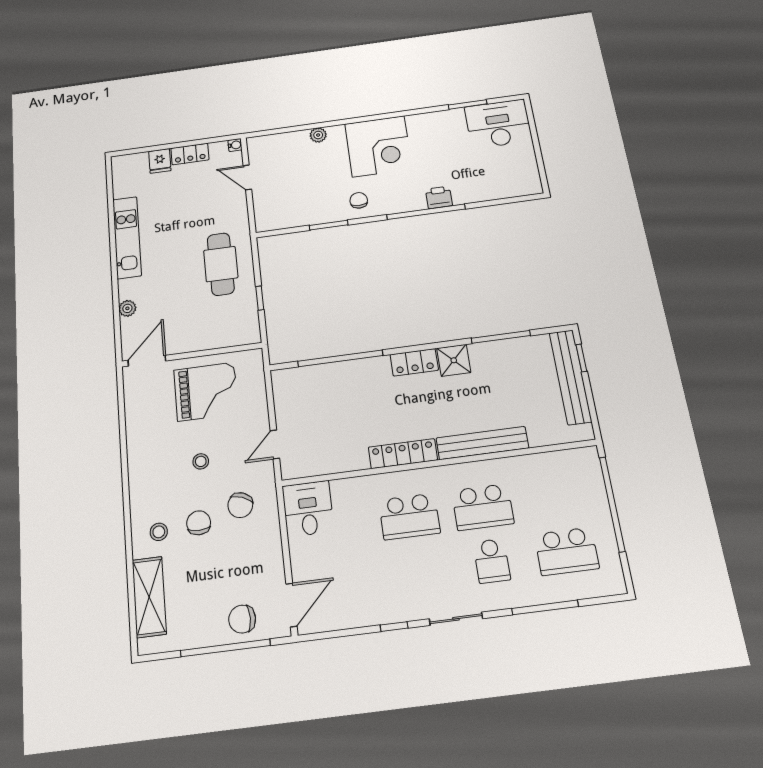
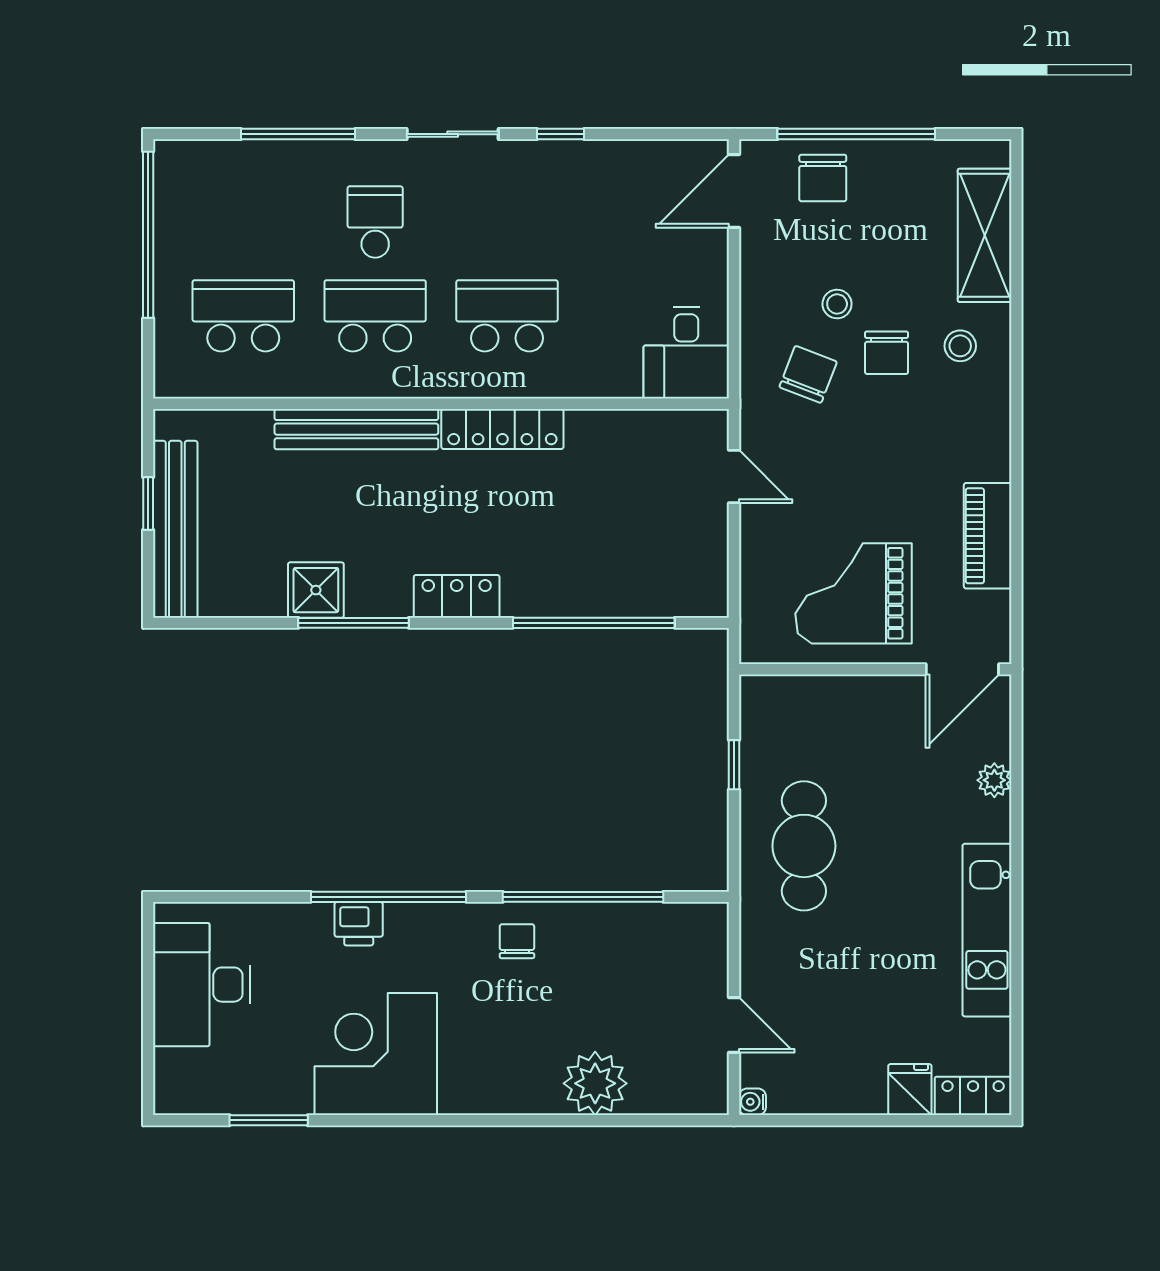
desk: (498, 124) -> (202, 985), moved, turned 90
plant: (318, 135) -> (595, 1083), width x1.88, depth x1.88
corner desk: (378, 146) -> (376, 1054), moved
locker: (190, 154) -> (973, 1096), moved
chair: (359, 200) -> (517, 941), turned 180
window: (329, 225) -> (583, 897), width x2.11
window: (501, 337) -> (353, 623), moved
window: (581, 358) -> (148, 503), moved
shower: (454, 360) -> (316, 590), moved
piano: (138, 431) -> (988, 536), added
door: (275, 444) -> (734, 476), hinge flipped
stool: (201, 461) -> (837, 304), moved
window: (612, 504) -> (148, 235), moved
school desk: (567, 551) -> (243, 316), moved
chair: (242, 619) -> (823, 178), turned 90

